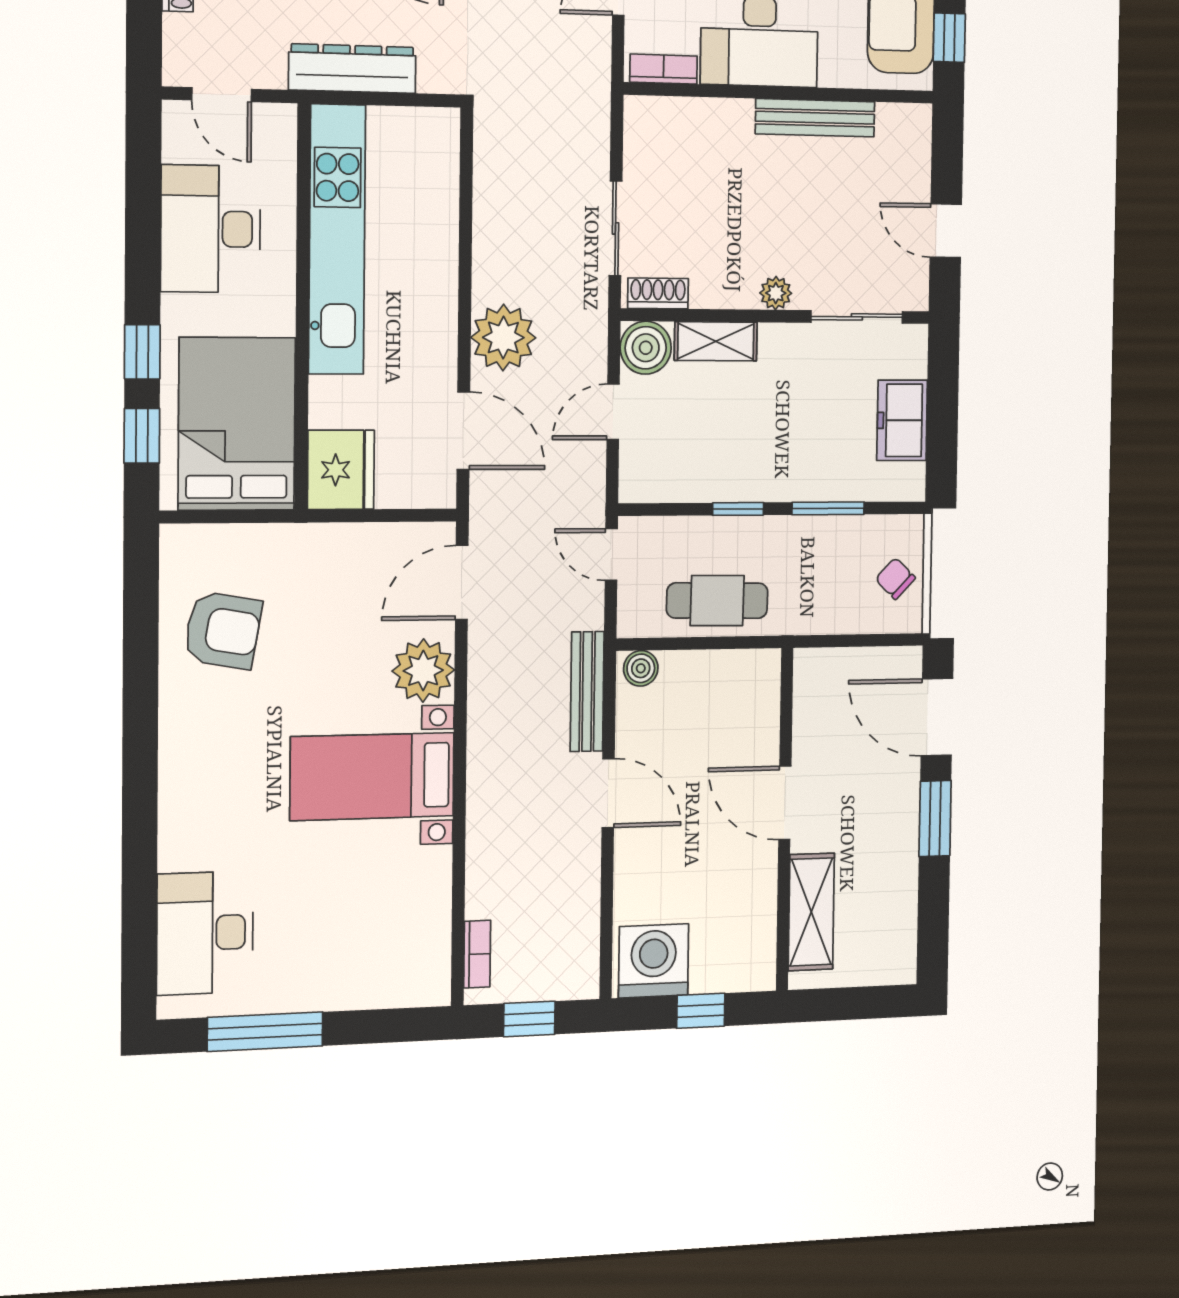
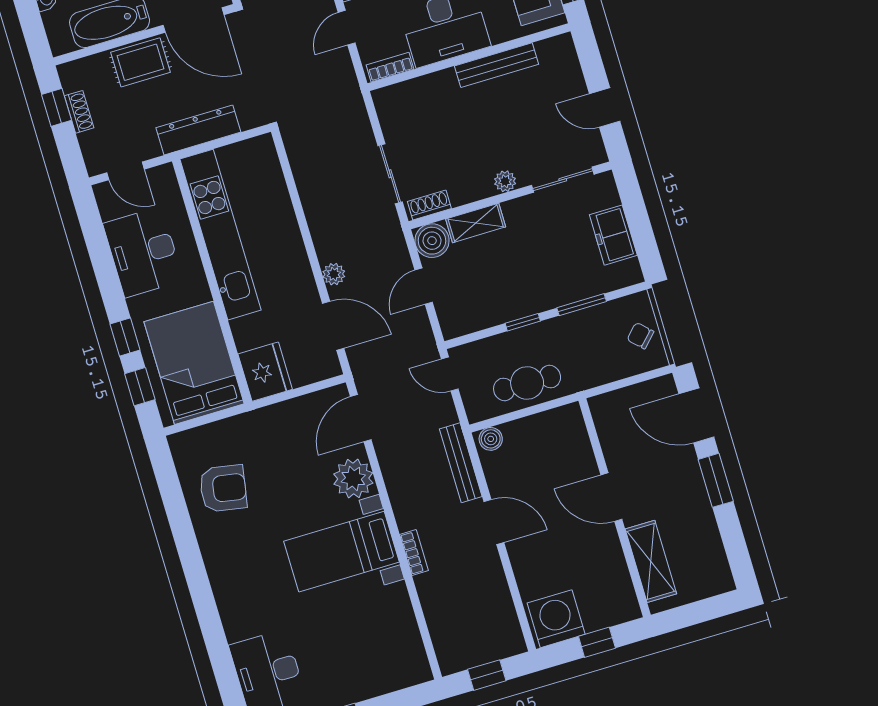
plant: (503, 338) -> (334, 274), width x0.53, depth x0.53
bookcase: (477, 954) -> (414, 553), moved

